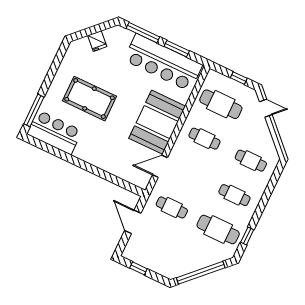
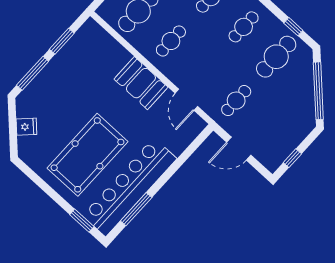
bar counter: (163, 62) -> (73, 61), removed
pool table: (89, 99) -> (87, 155), width x1.36, depth x1.32
window: (34, 110) -> (82, 221), width x0.69
booth: (157, 122) -> (141, 83), width x0.73, depth x0.70
bar counter: (54, 132) -> (130, 187), width x1.86
window: (57, 152) -> (136, 209), added

